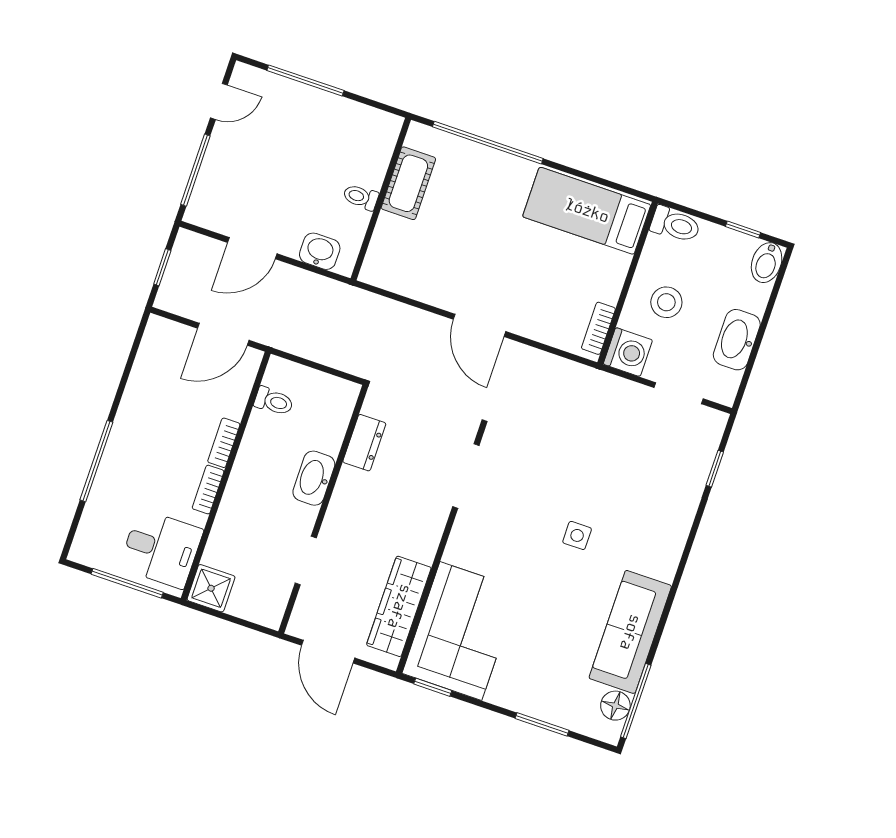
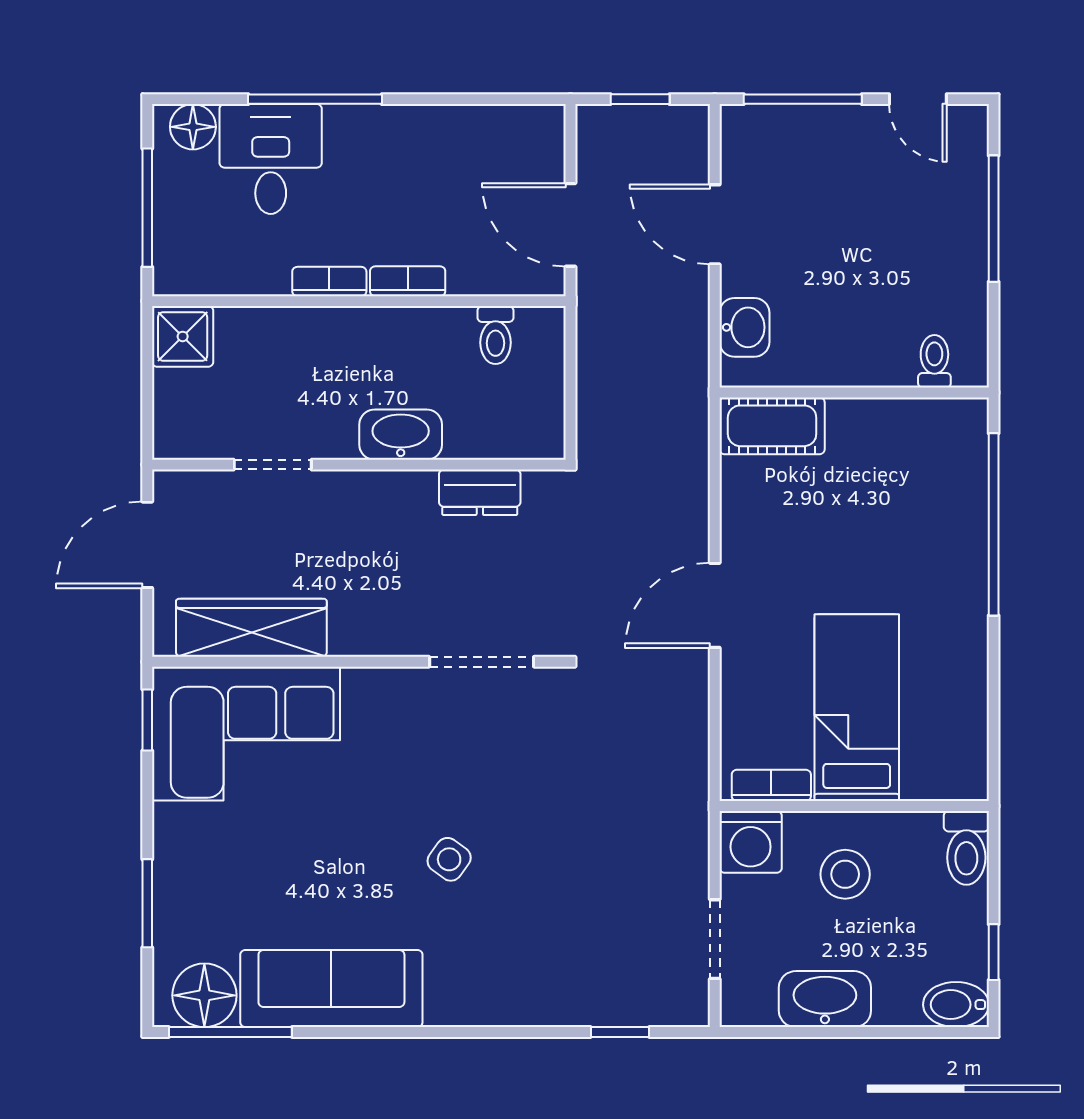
cot: (408, 183) -> (772, 426), moved
toilet: (361, 197) -> (934, 361), moved
bed: (587, 211) -> (857, 708), moved
side table: (577, 535) -> (449, 859), turned 36
floor lamp: (88, 540) -> (193, 127), added
desk: (161, 549) -> (271, 159), moved, turned 180
floor lamp: (615, 706) -> (204, 995), width x1.38, depth x1.38

